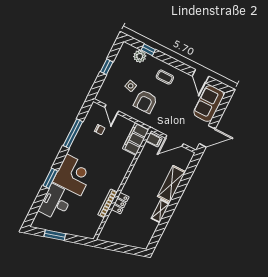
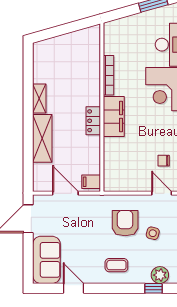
filing cabinet: (136, 139) -> (114, 116), moved
door: (174, 141) -> (65, 193), hinge flipped
locker: (120, 203) -> (93, 121), moved

